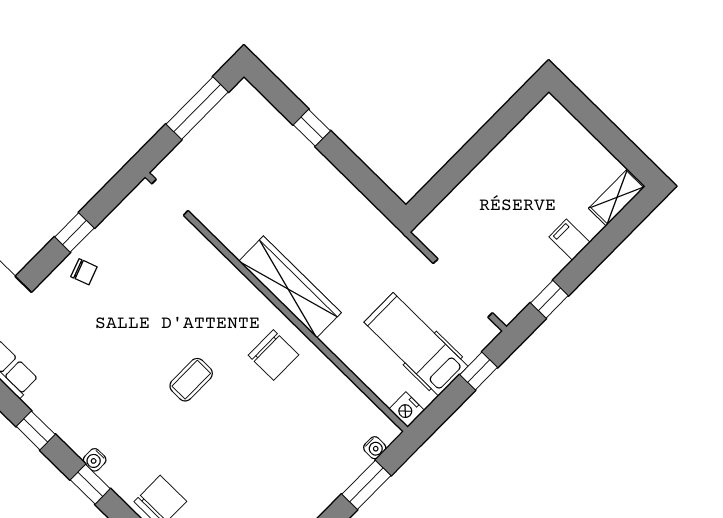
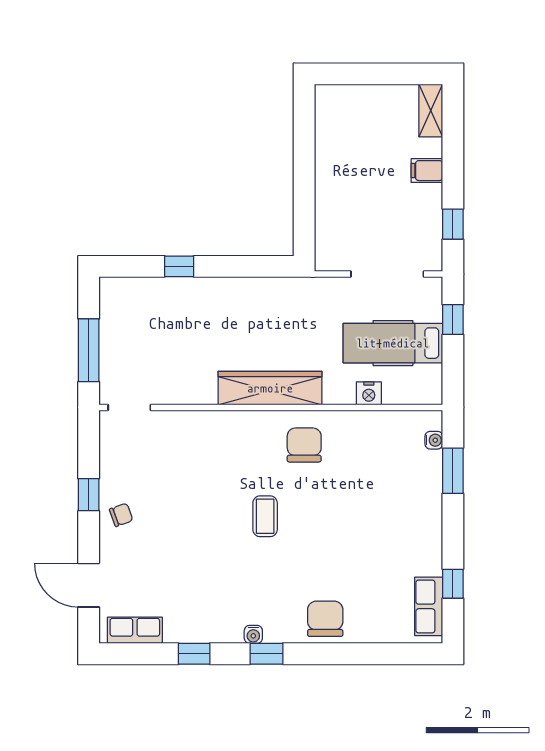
window: (197, 108) -> (89, 350), moved
chair: (273, 355) -> (304, 445), turned -90
nightstand: (407, 410) -> (369, 393), moved

